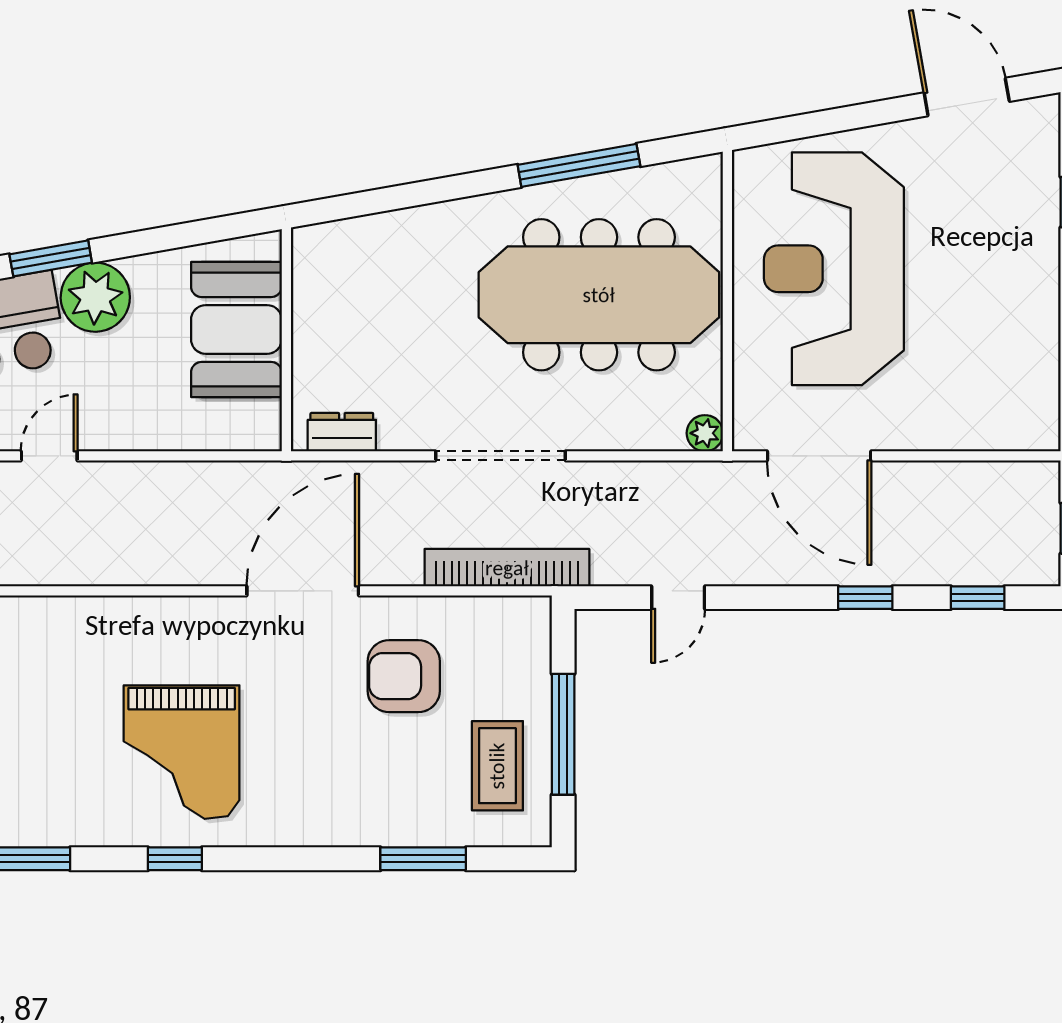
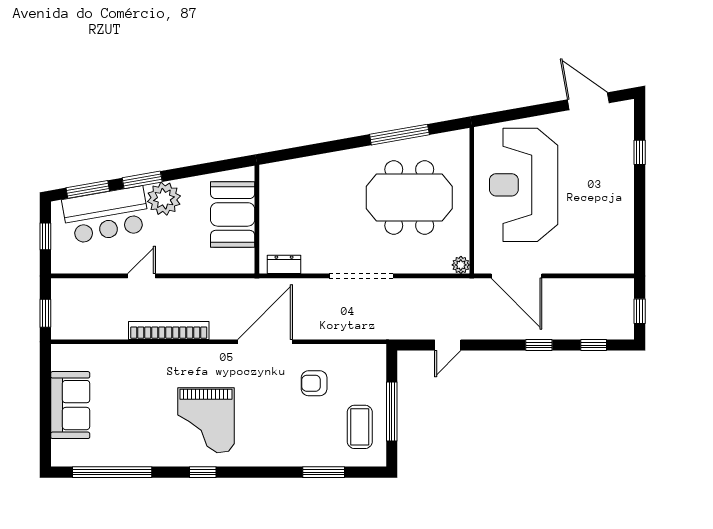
meeting table: (599, 295) -> (409, 197), width x0.73
bookcase: (507, 568) -> (169, 330), moved
armchair: (404, 676) -> (314, 383), width x0.72, depth x0.72

